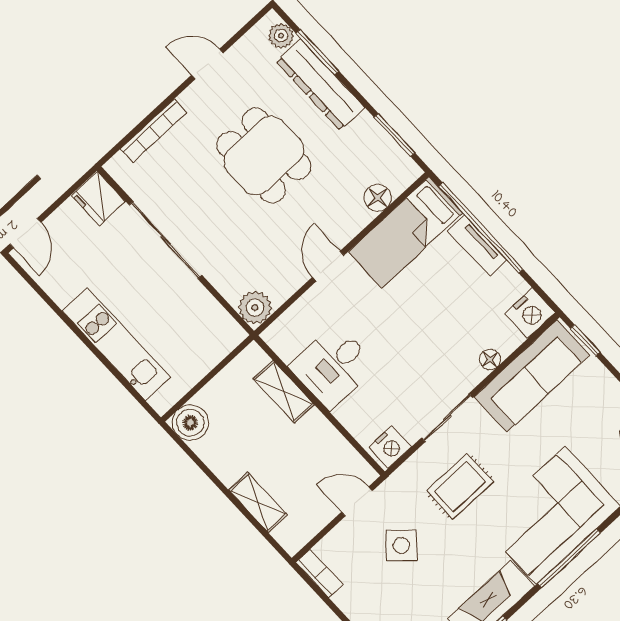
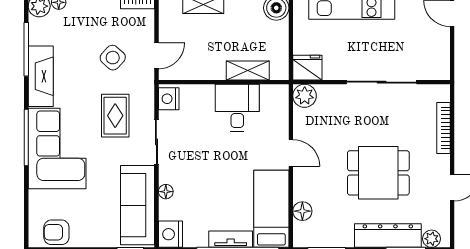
fridge: (99, 199) -> (307, 68), moved

